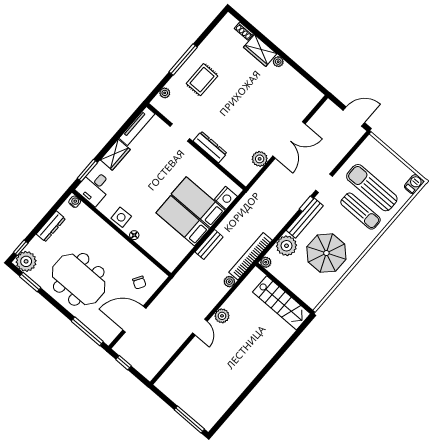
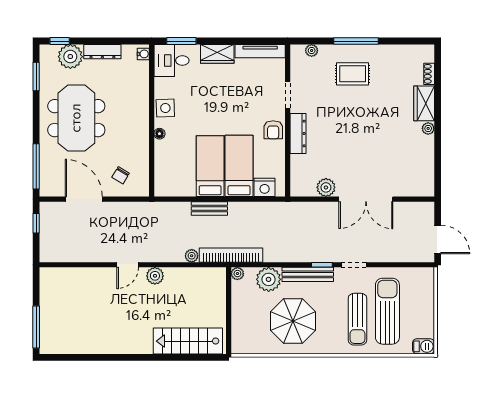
armchair: (194, 161) -> (273, 130), added
plant: (26, 261) -> (70, 57), moved
stairs: (282, 303) -> (188, 341), moved, turned 90

